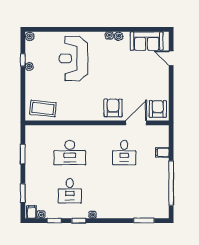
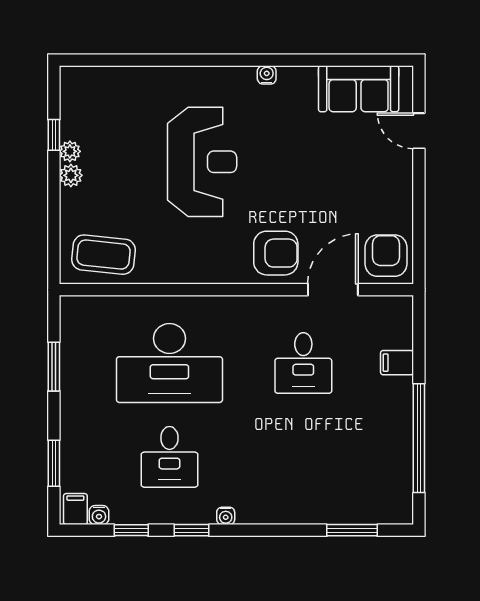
plant: (30, 36) -> (71, 175), moved
plant: (119, 36) -> (289, 77), removed
reception desk: (74, 58) -> (202, 162), moved, turned 180
armchair: (113, 108) -> (276, 253), turned 90
desk: (70, 153) -> (169, 363), width x1.36, depth x1.30

